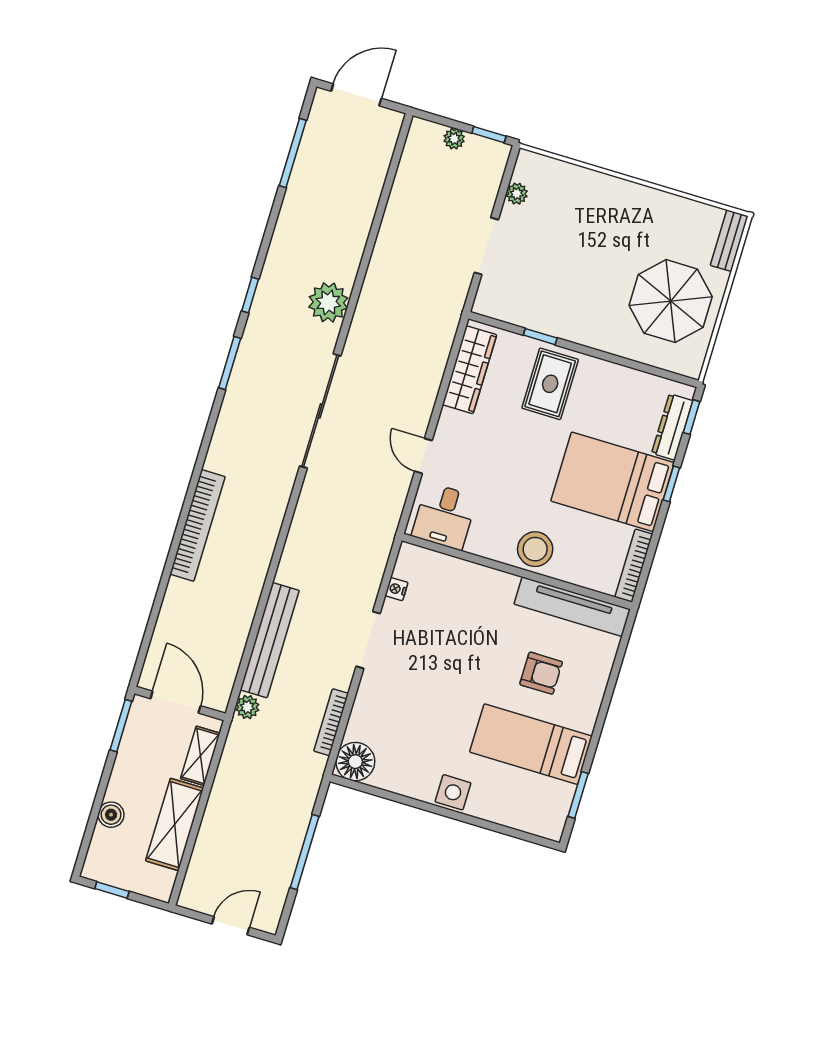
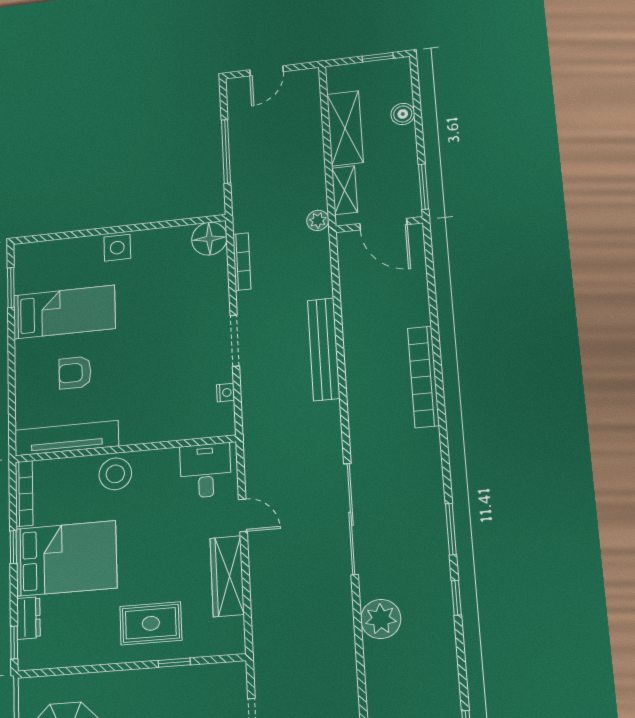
wardrobe: (469, 370) -> (227, 576), moved
rug: (550, 384) -> (151, 623), turned 90
dresser: (672, 427) -> (28, 618), width x0.70
window: (671, 484) -> (13, 547), moved
bench: (270, 640) -> (324, 349), moved
plant: (247, 707) -> (318, 220), moved

